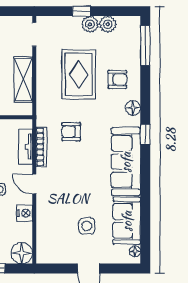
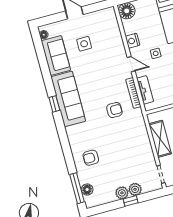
plant: (108, 24) -> (135, 189), moved
rug: (79, 74) -> (120, 154), removed
floor lamp: (133, 108) -> (87, 190), moved
window: (145, 134) -> (54, 104), moved

